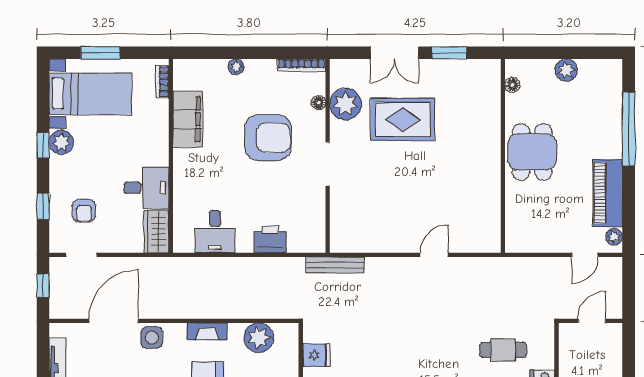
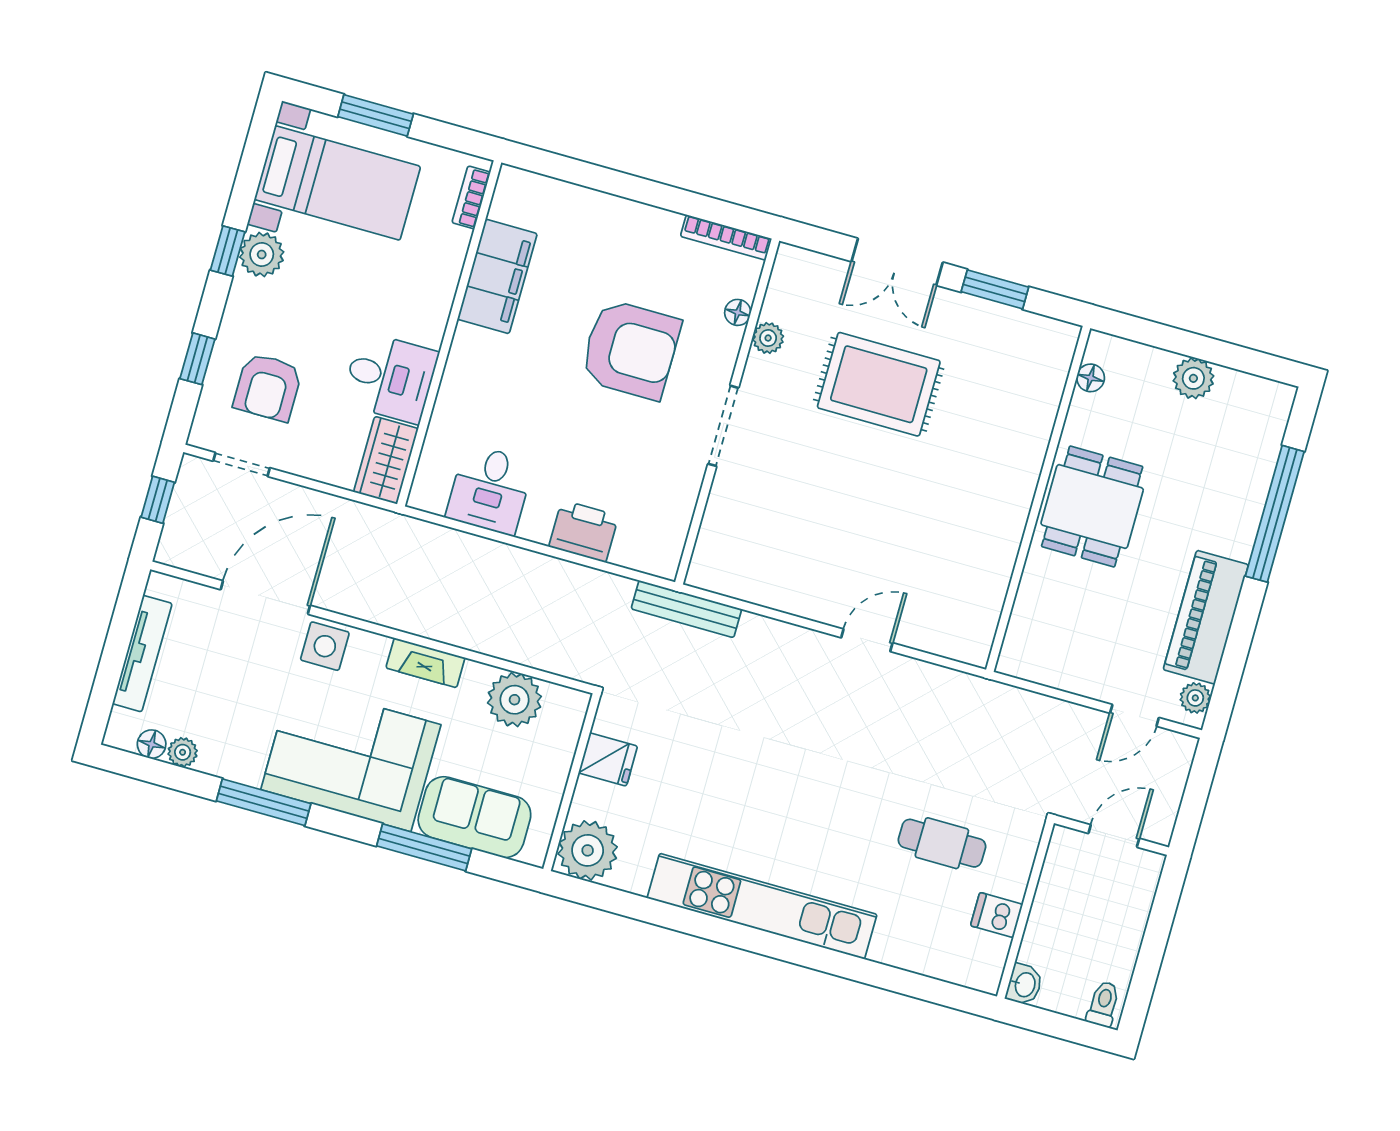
plant: (236, 67) -> (609, 208), removed
plant: (346, 104) -> (768, 338), width x0.53, depth x0.53
armchair: (84, 211) -> (268, 387), width x1.38, depth x1.38

